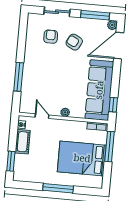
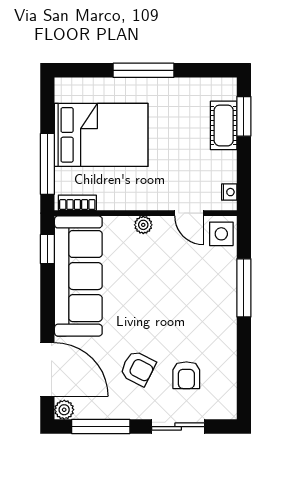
door: (119, 46) -> (47, 370), hinge flipped
side table: (27, 104) -> (221, 234), added
cot: (23, 142) -> (224, 125), moved

